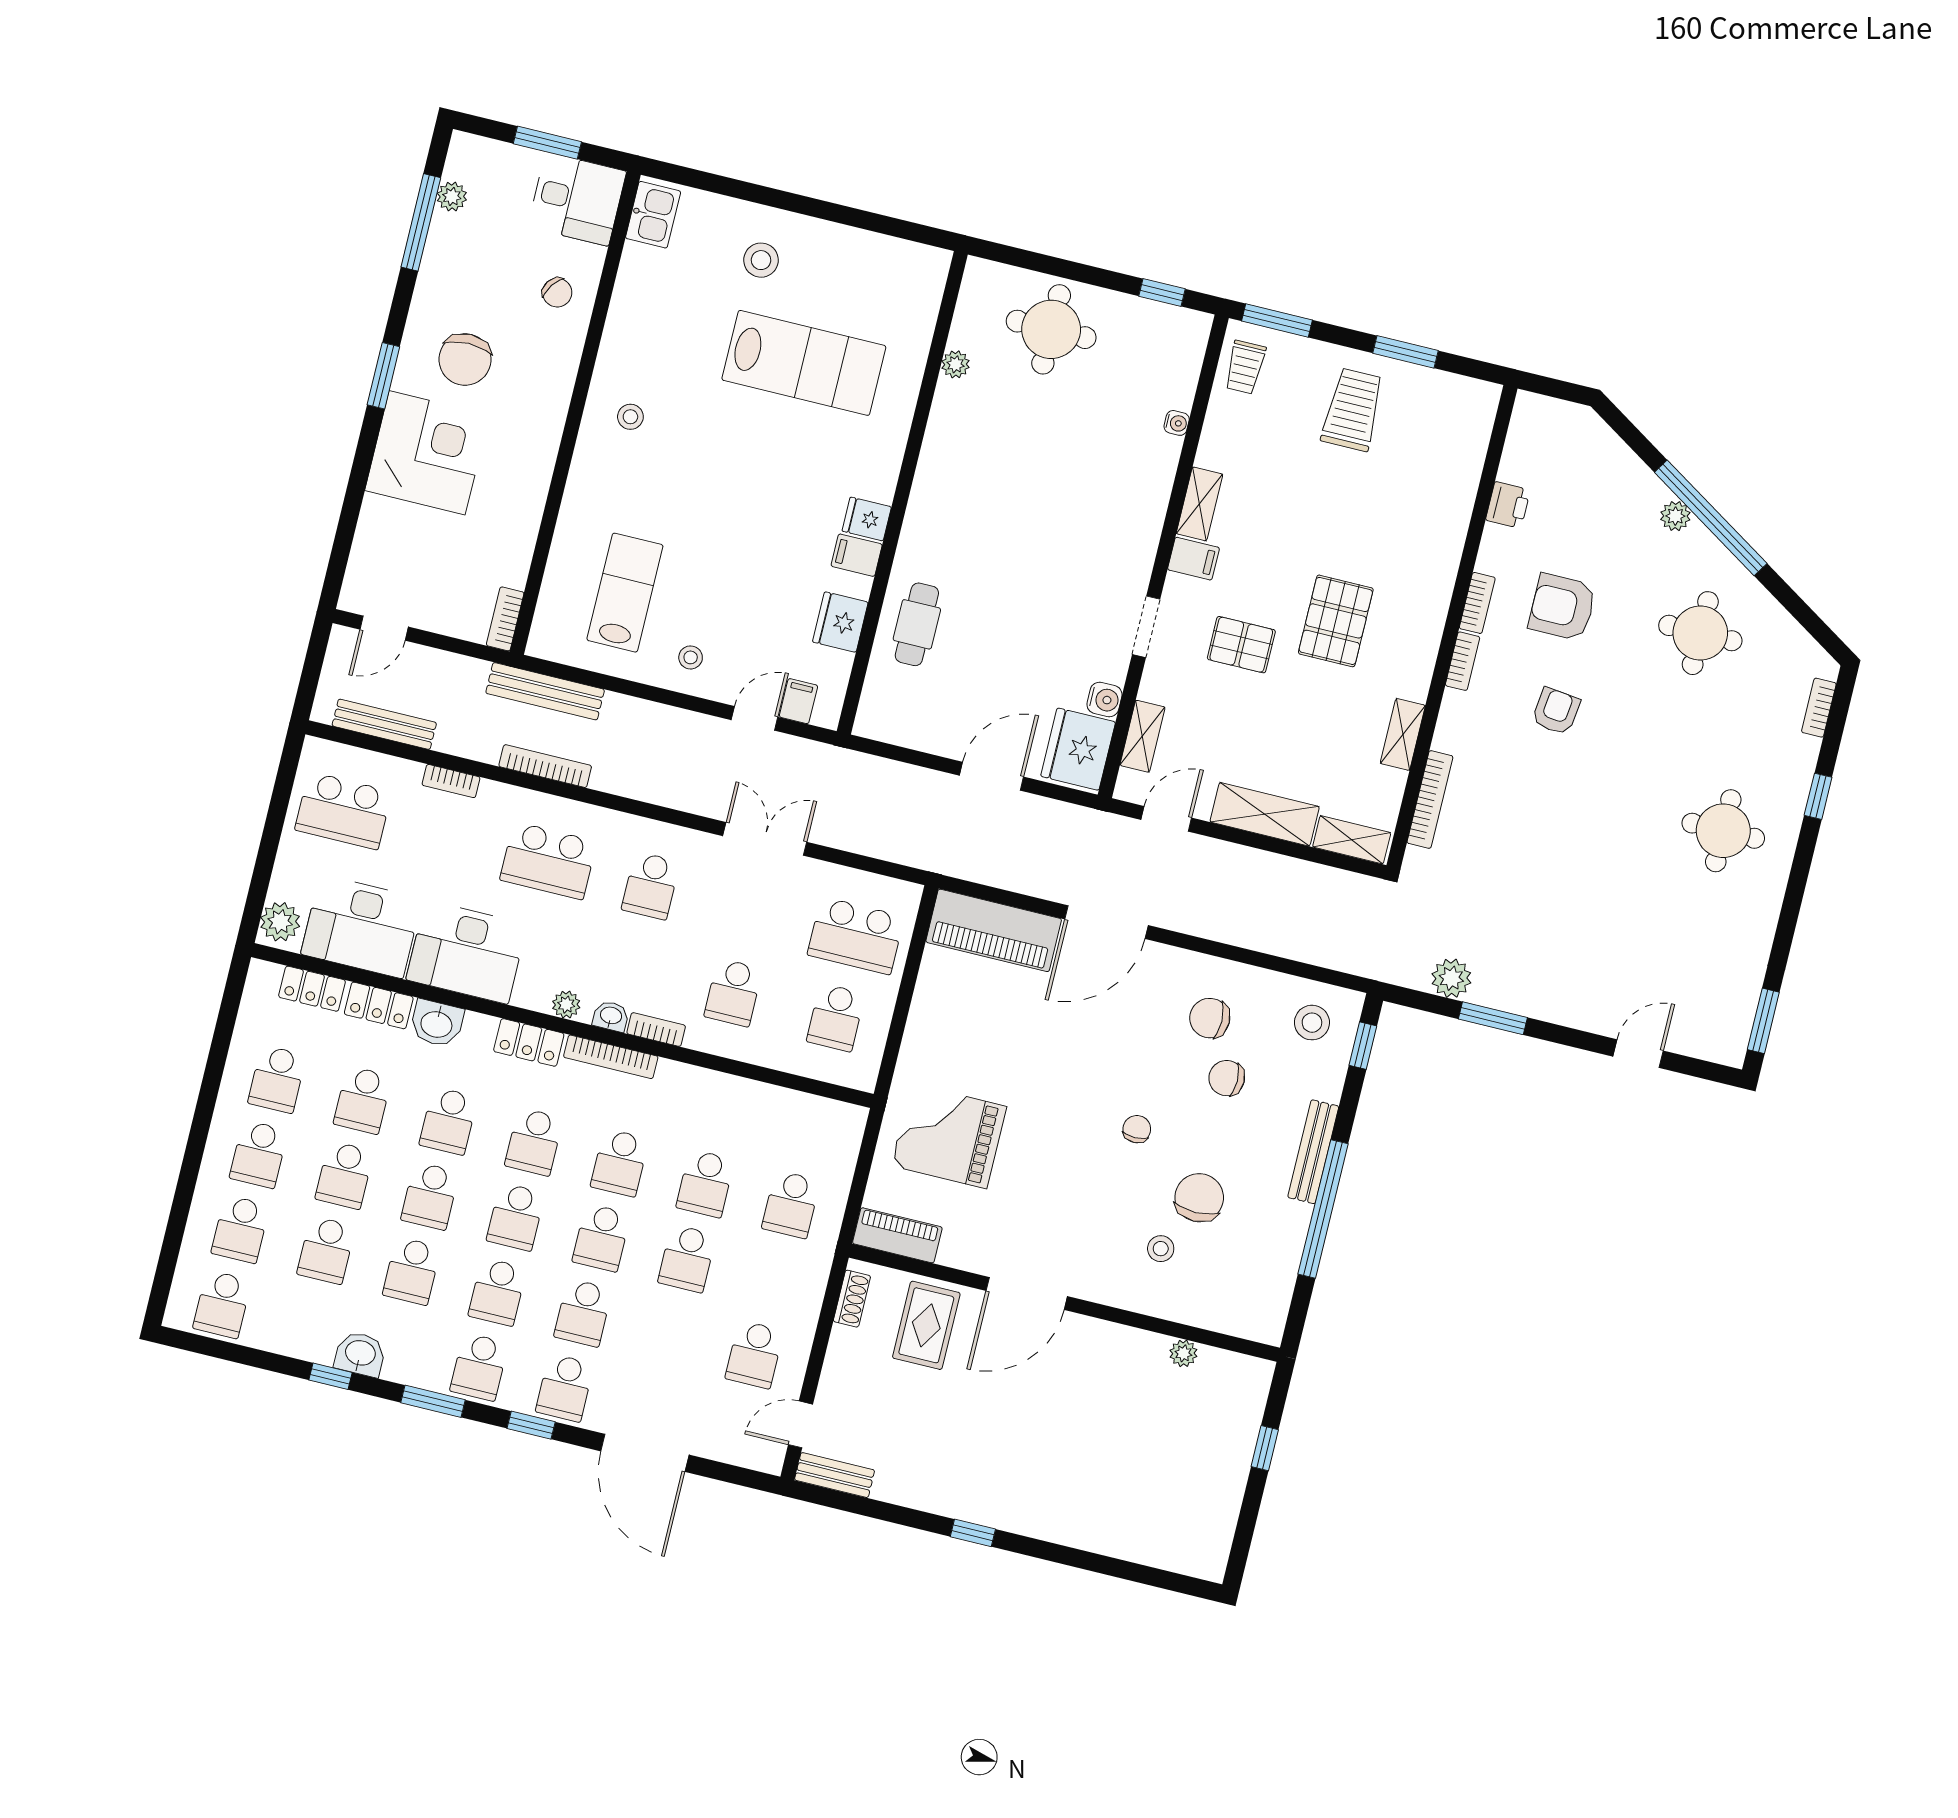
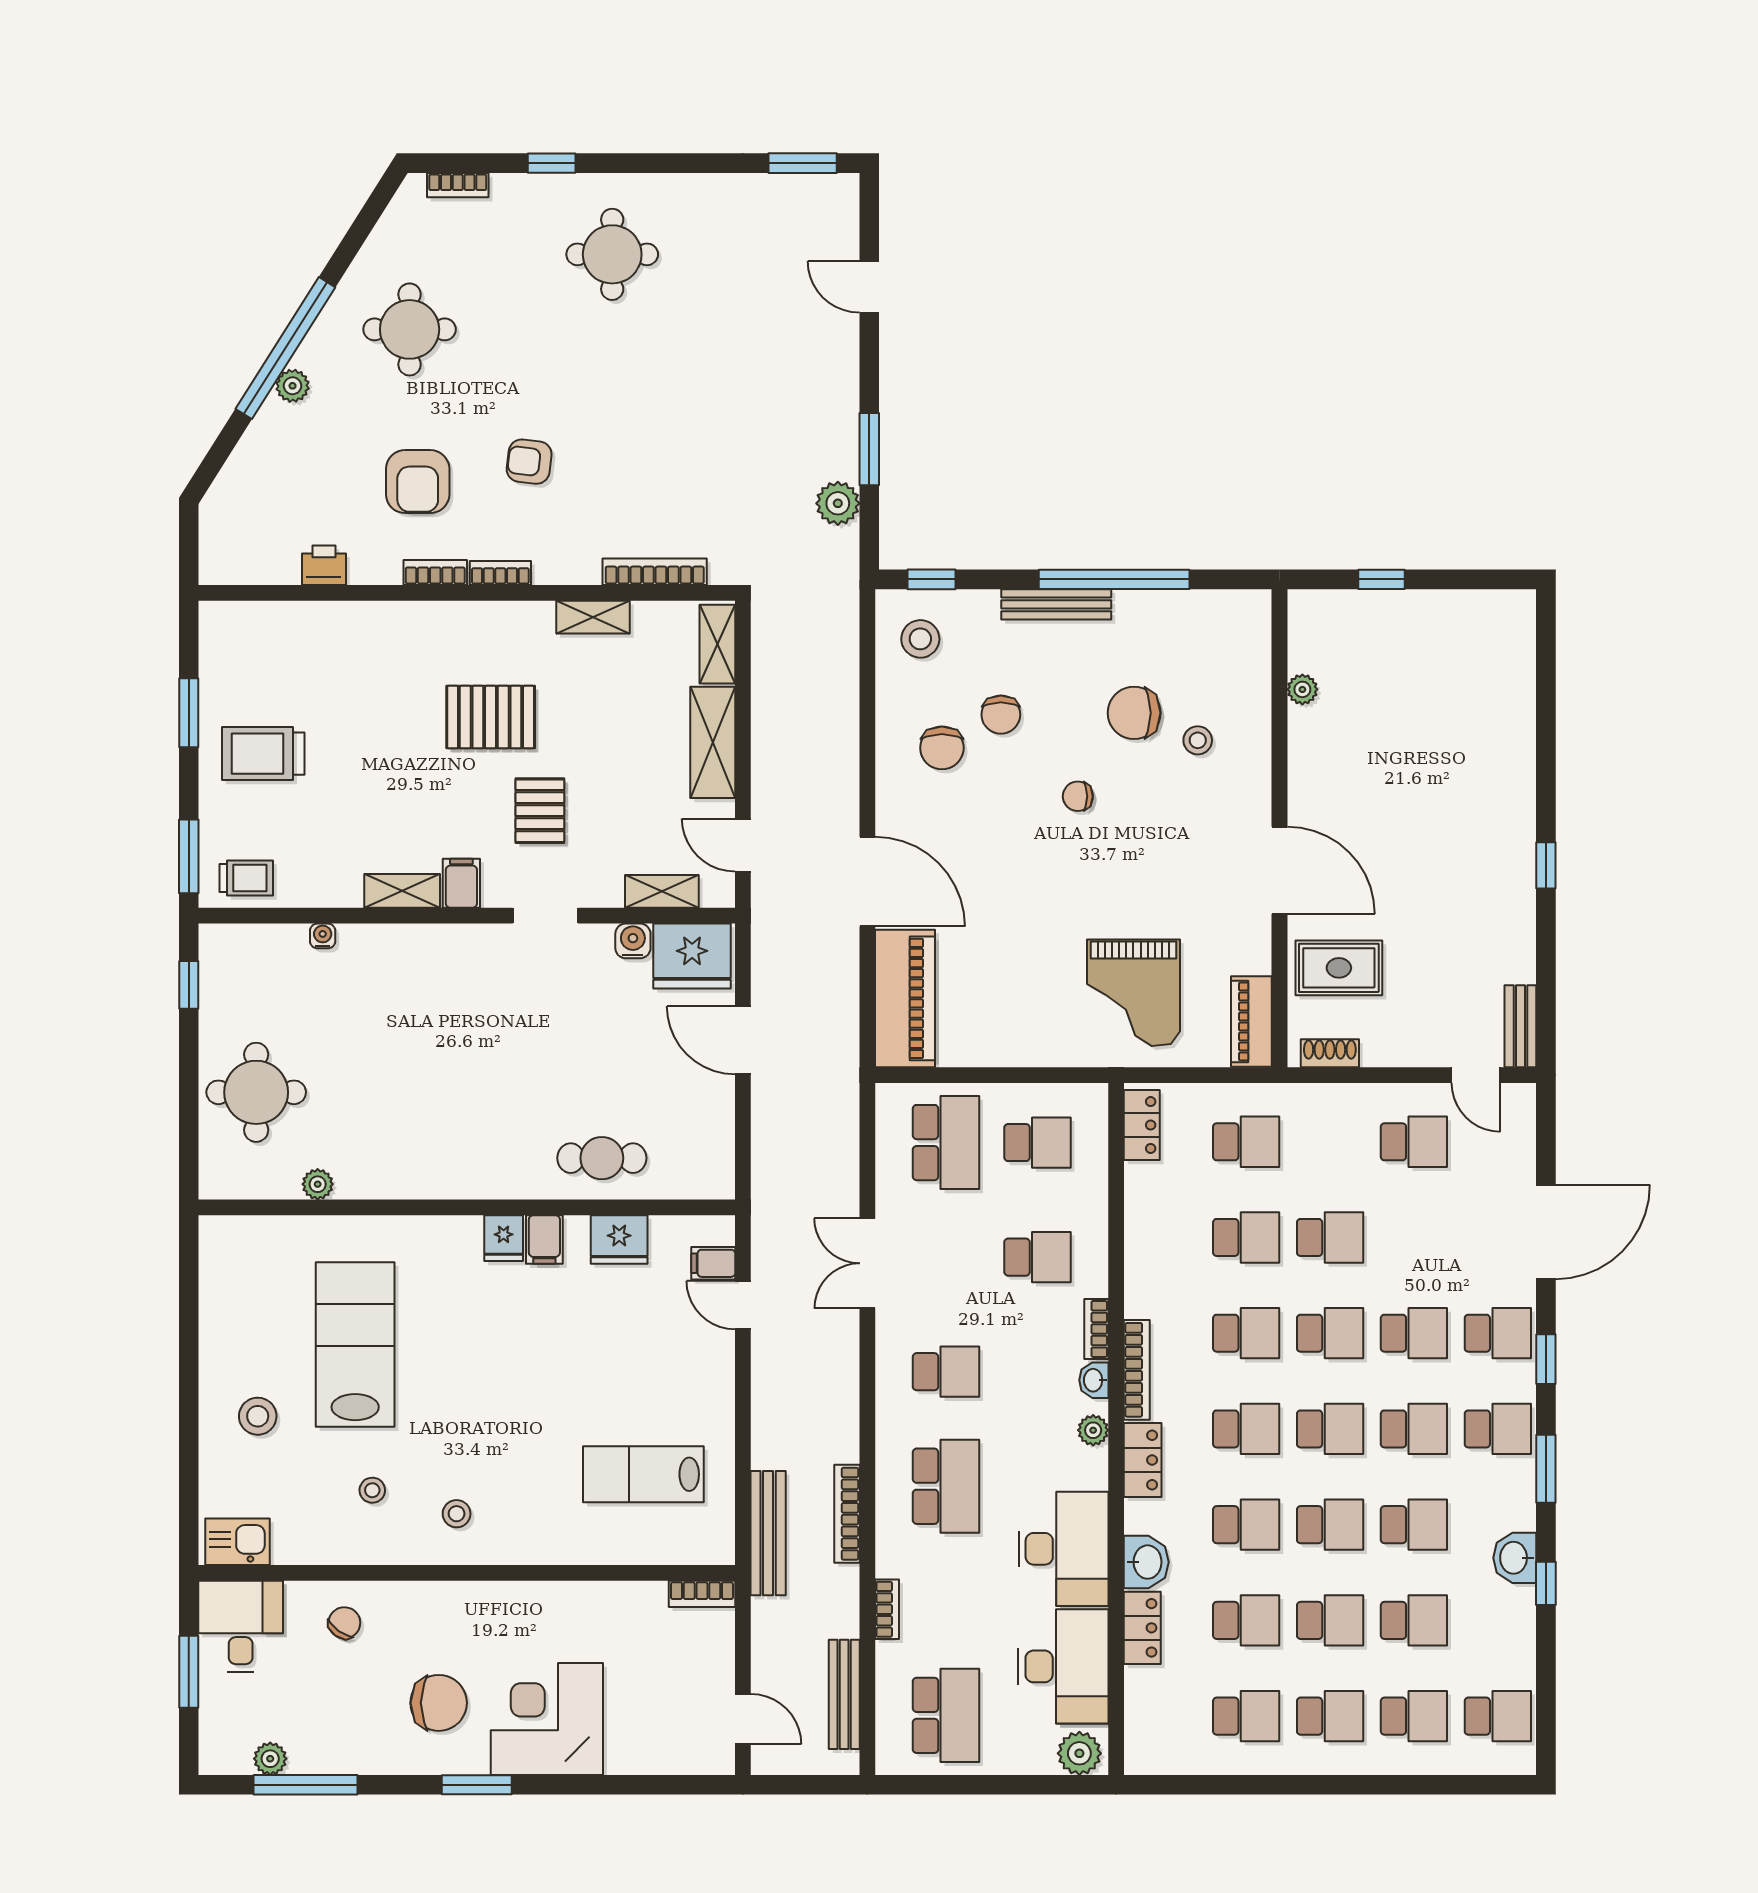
stool: (691, 657) -> (372, 1490), moved
locker: (312, 989) -> (1142, 1125), moved

